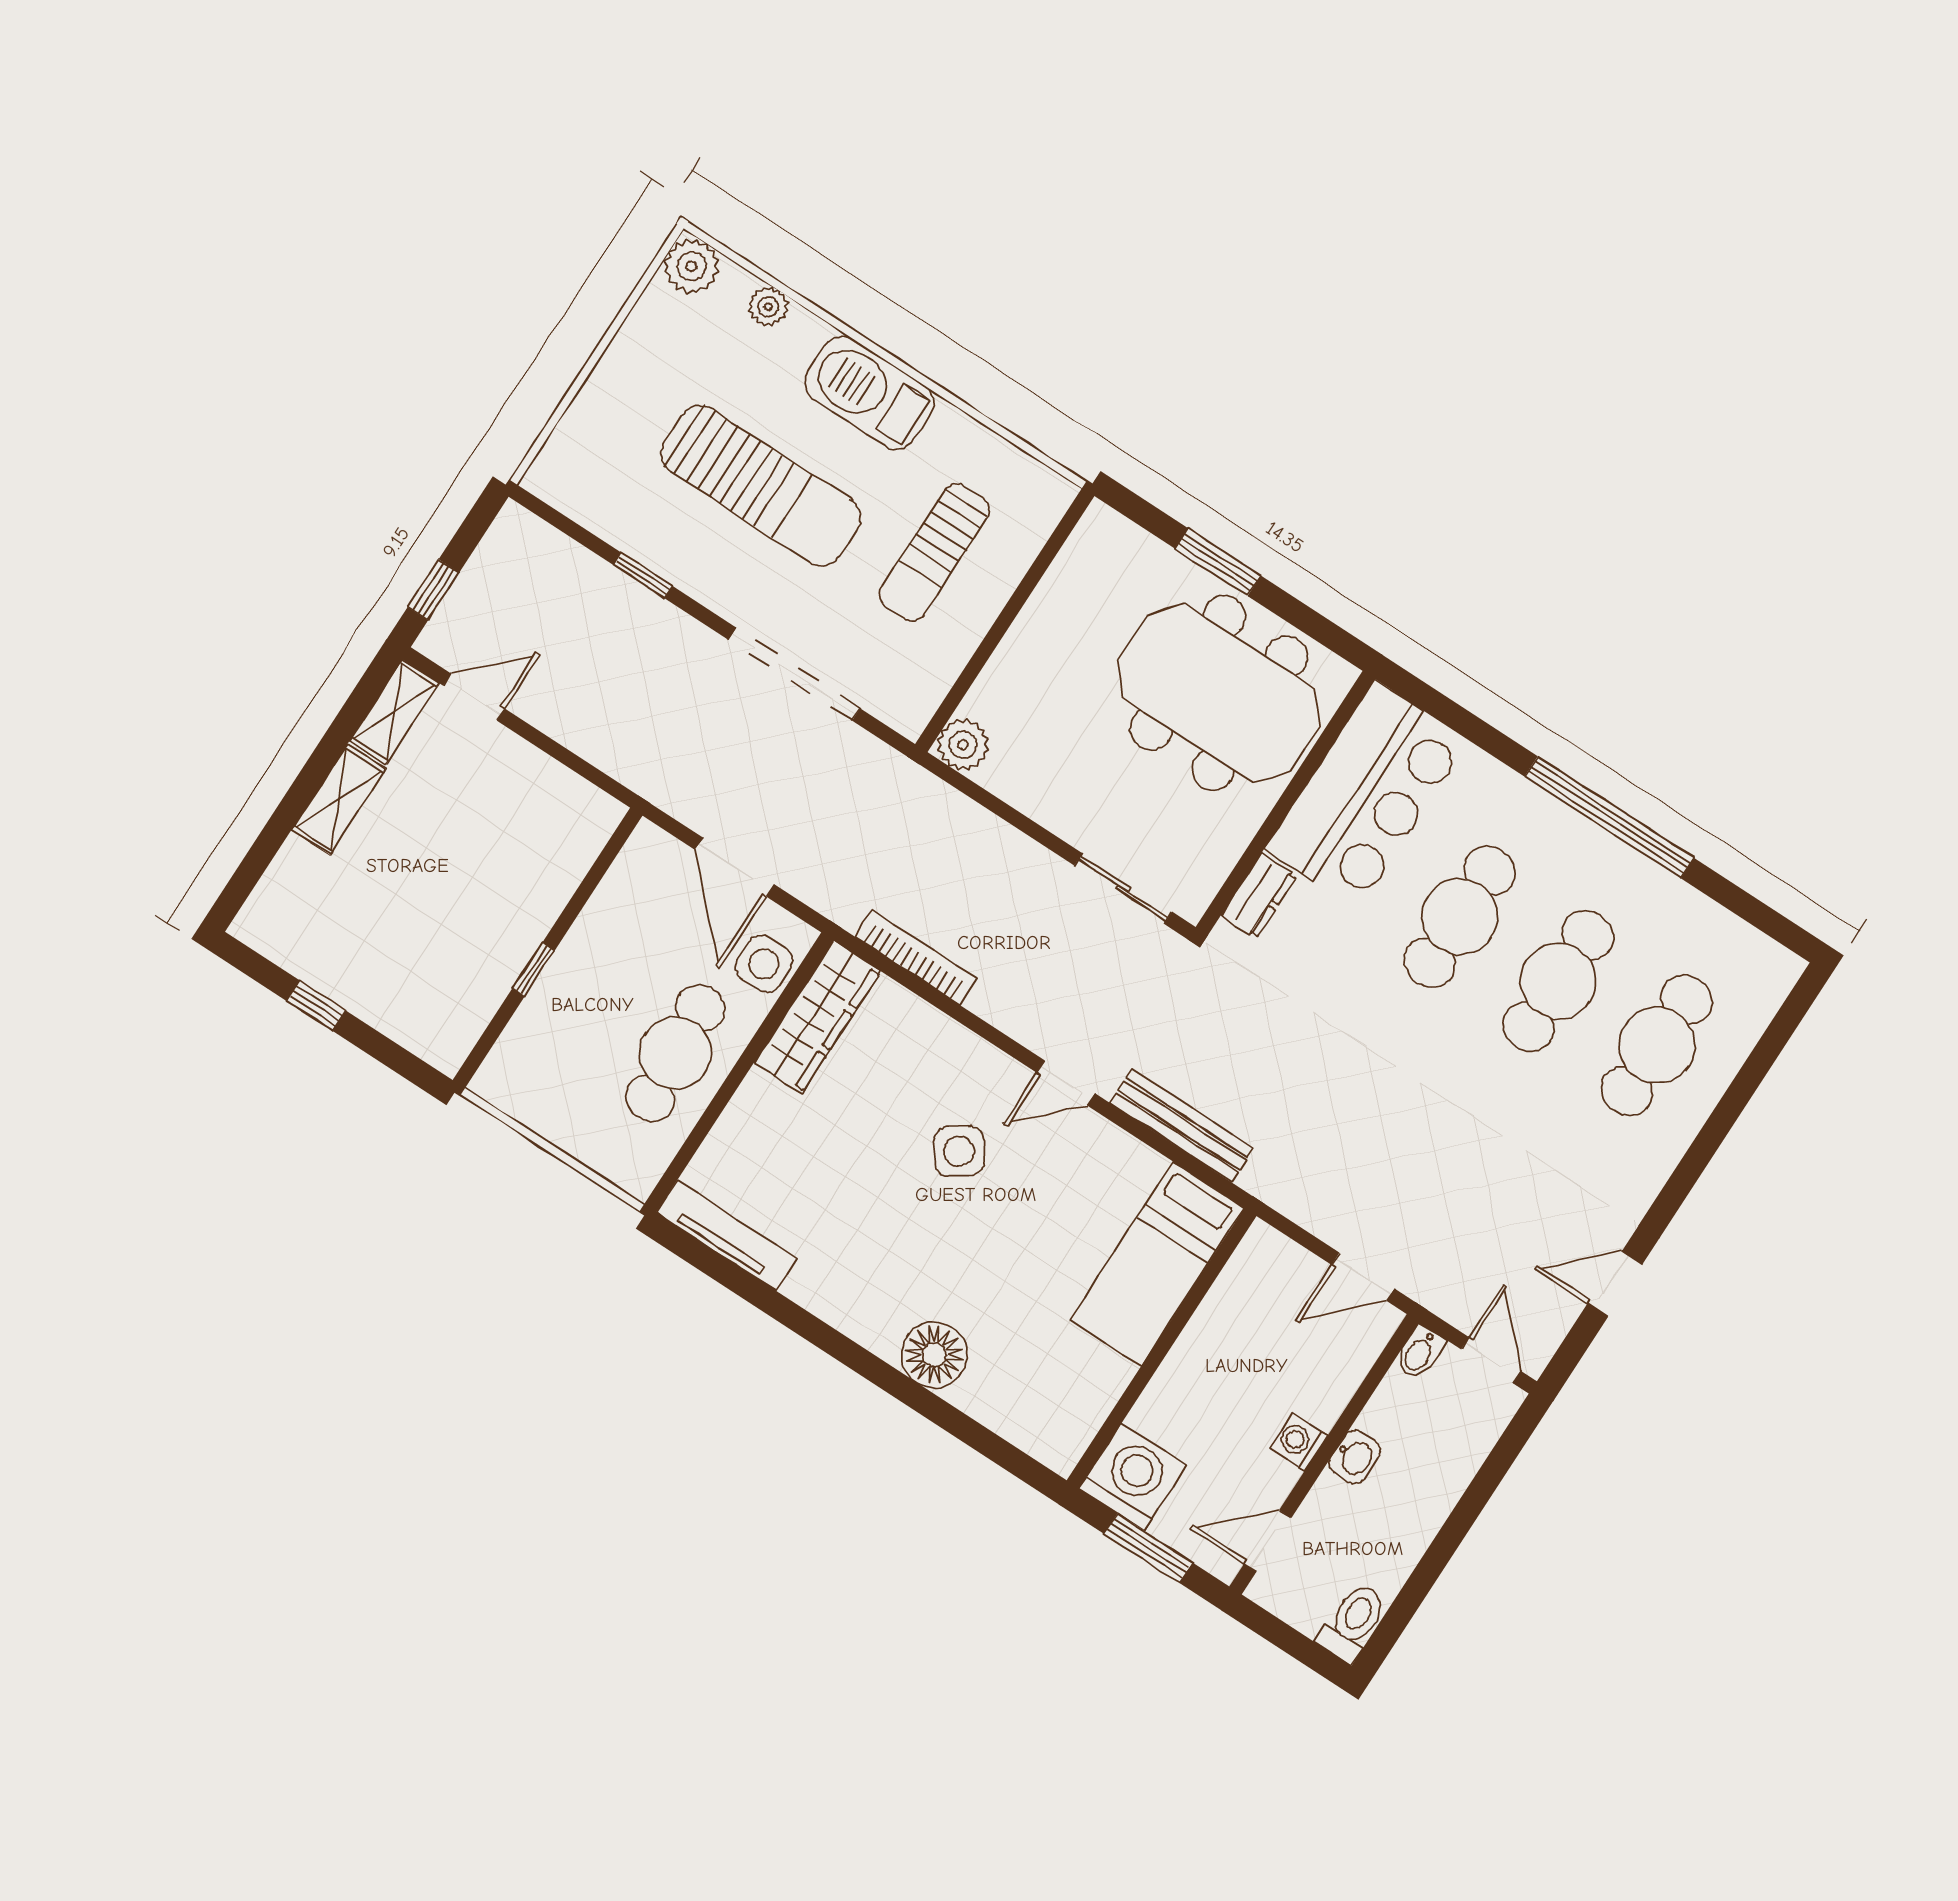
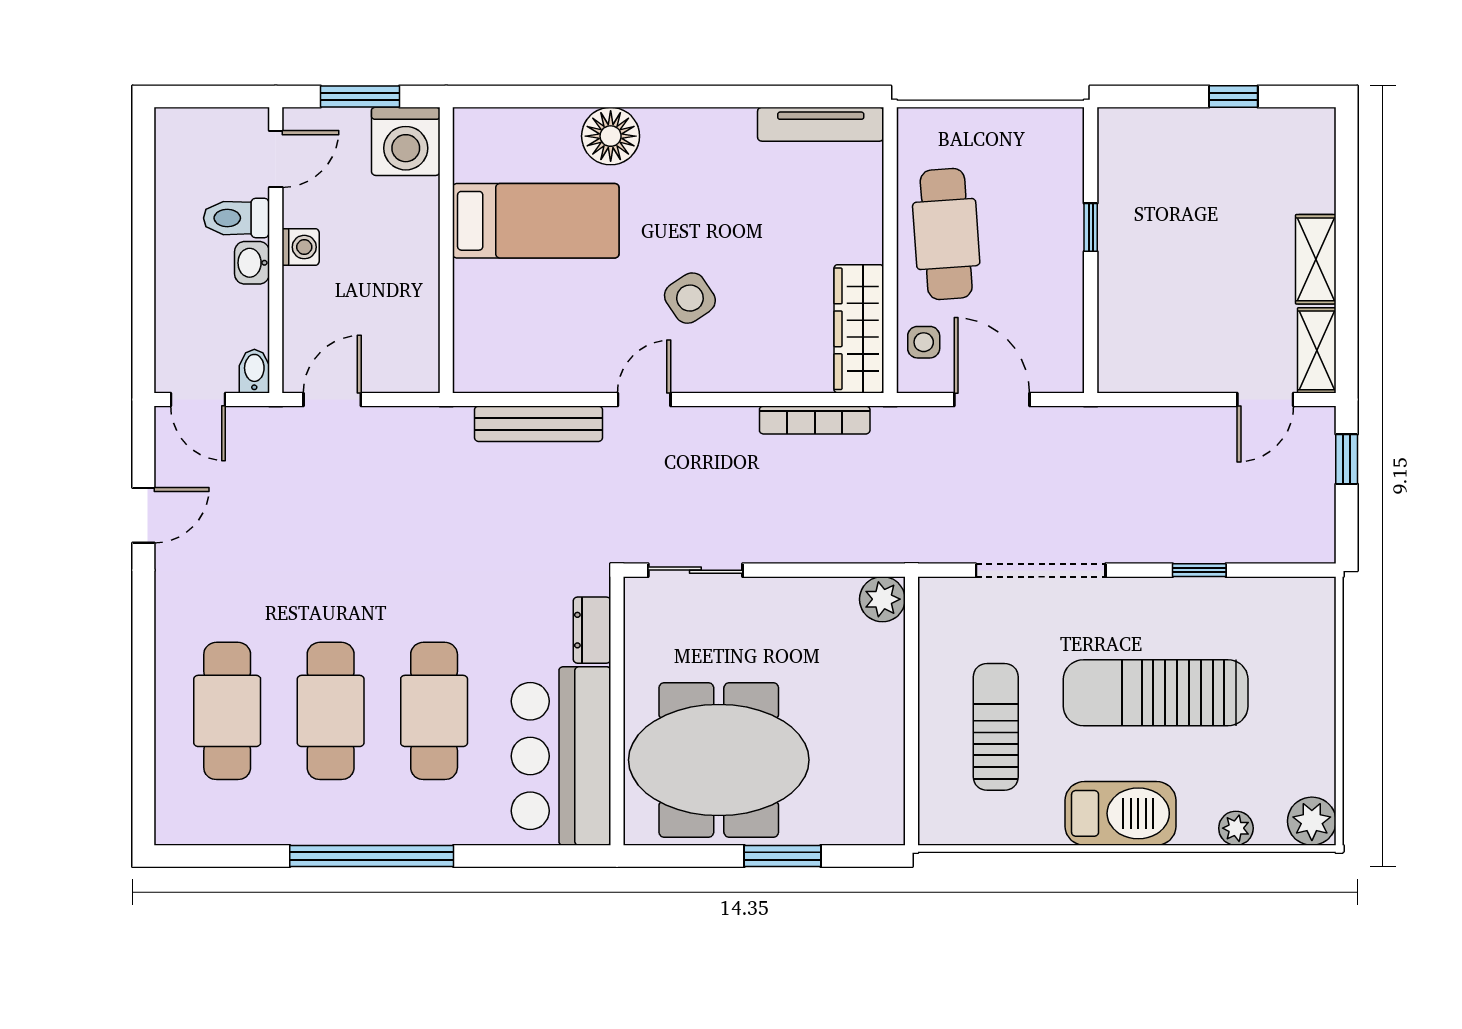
side table: (764, 964) -> (924, 342), width x0.73, depth x0.73
bed: (1157, 1264) -> (536, 221), moved, turned 90
toilet: (1353, 1622) -> (236, 218), moved, turned 90

